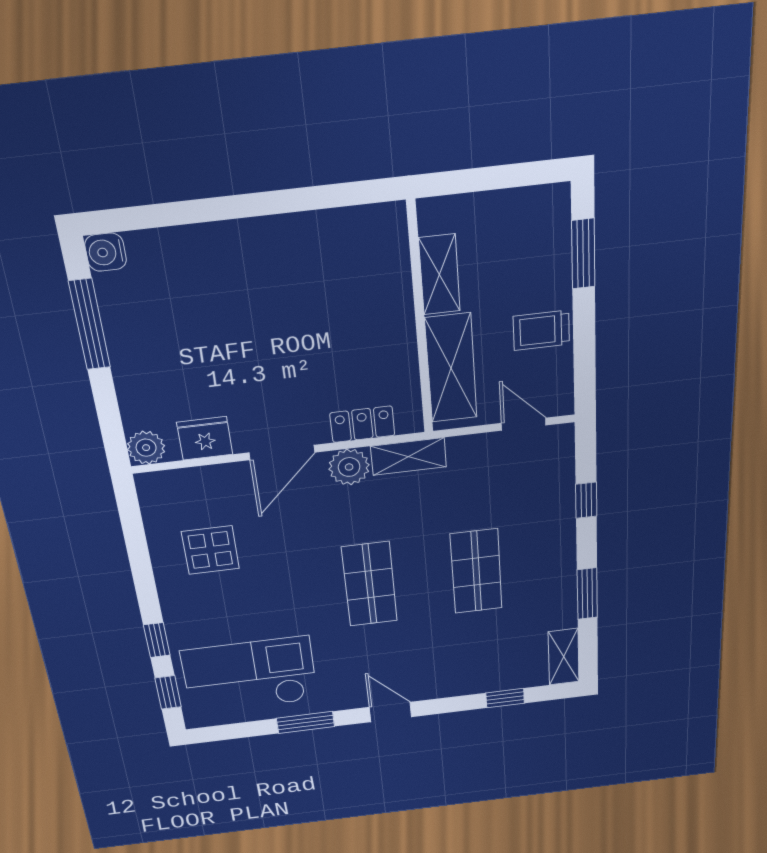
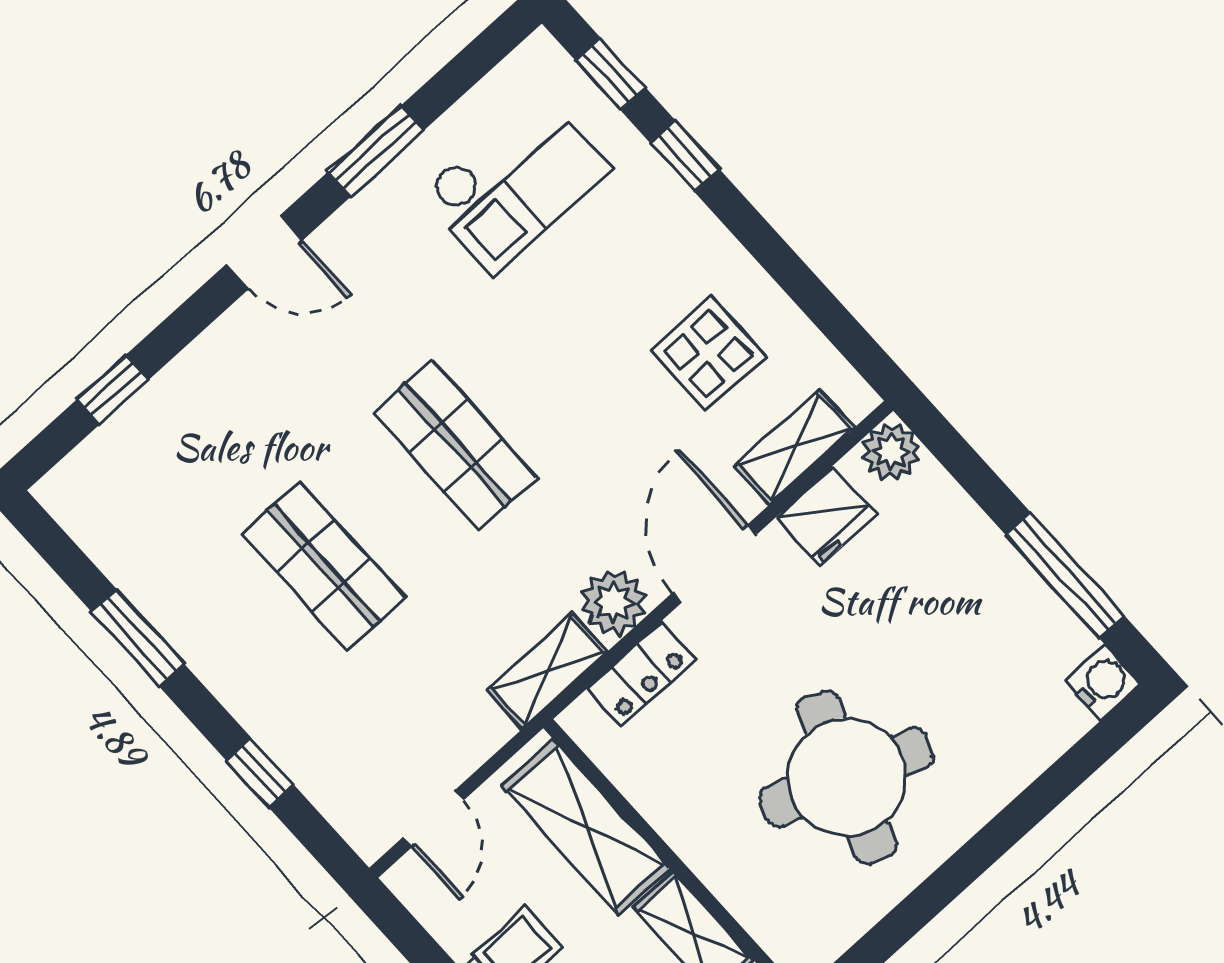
round table: (292, 300) -> (846, 777), added
door: (524, 424) -> (433, 819), hinge flipped
shelving: (564, 657) -> (794, 447), moved, turned 90
checkout: (250, 675) -> (515, 182), width x0.73, depth x0.83

